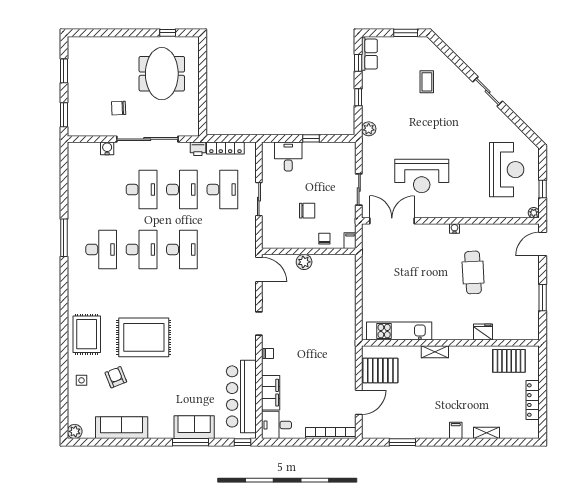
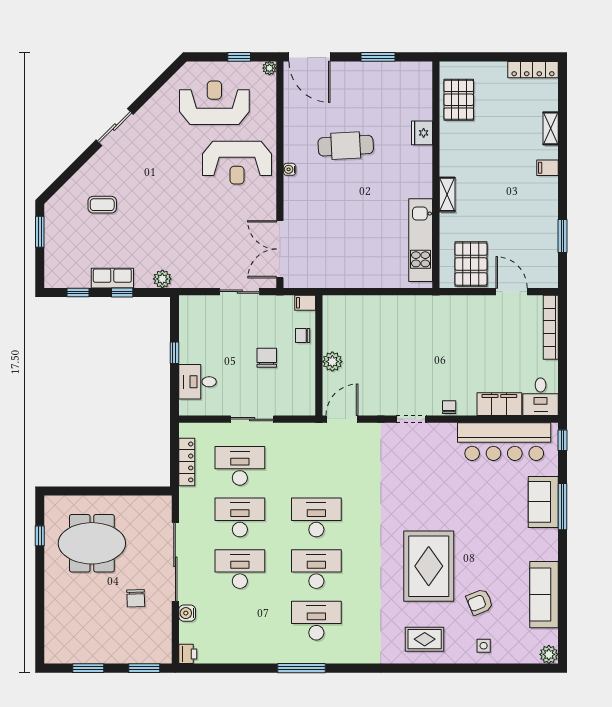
row of seats: (369, 54) -> (112, 278), moved
printer: (198, 149) -> (188, 654), moved
reception desk: (422, 176) -> (237, 163), moved, turned 90
door: (543, 244) -> (309, 57), width x1.36
rug: (87, 334) -> (425, 639), width x0.73, depth x0.70
locker: (533, 400) -> (533, 70), moved

